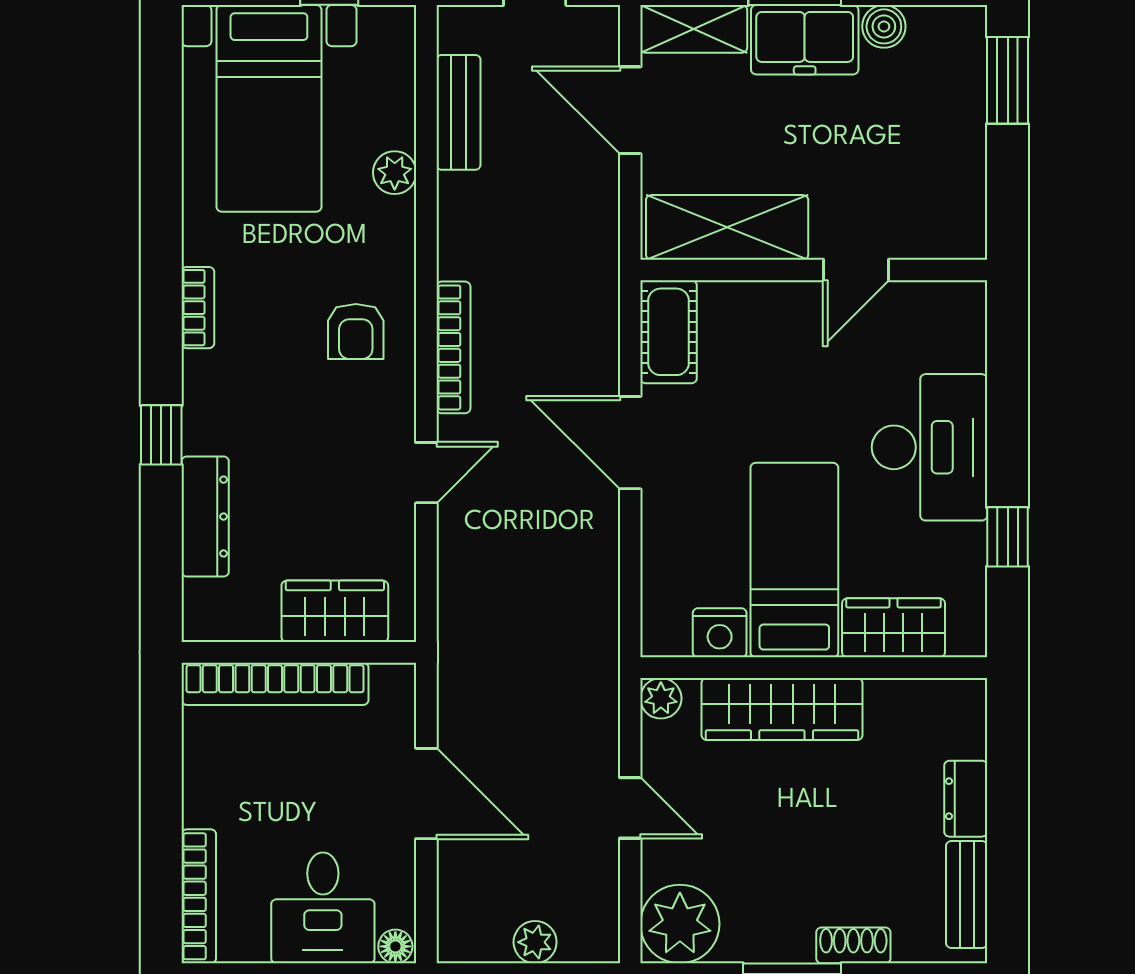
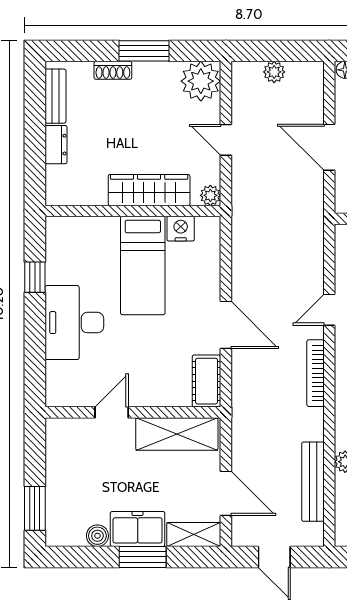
bench: (458, 112) -> (313, 482), width x1.36
wardrobe: (894, 628) -> (93, 231), removed

